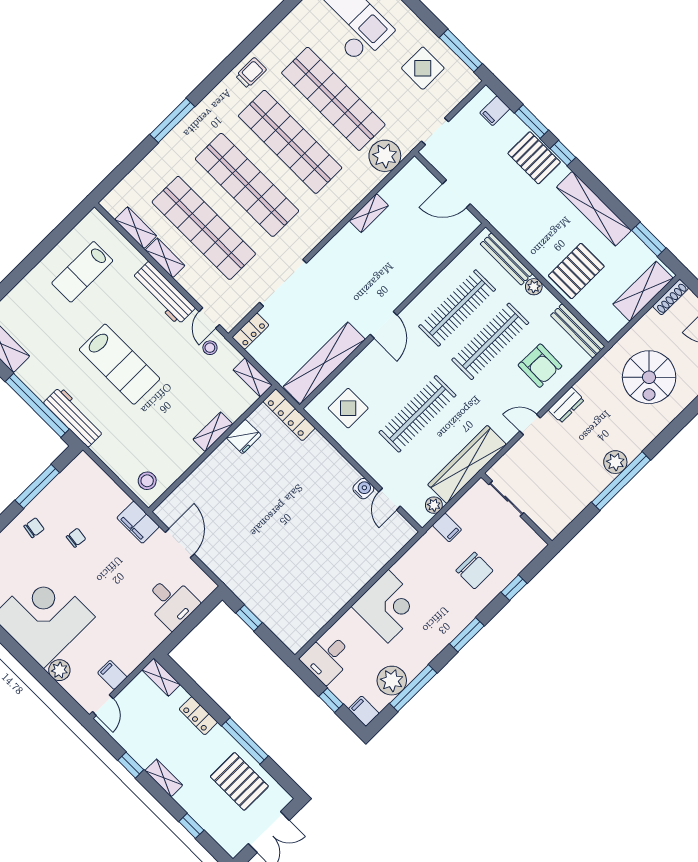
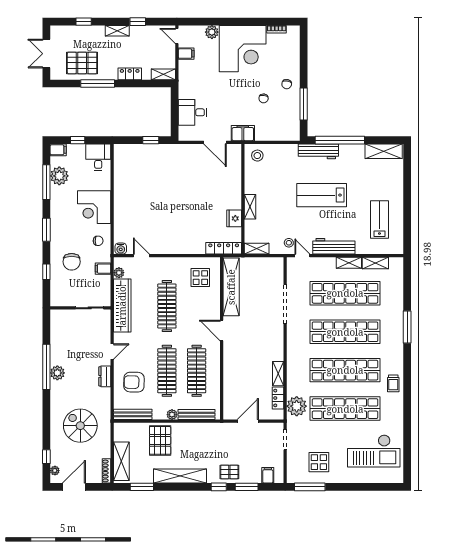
pallet: (534, 158) -> (229, 472), width x0.67, depth x0.71
locker: (251, 331) -> (278, 398), moved
water cooler: (363, 489) -> (121, 249), moved
chair: (421, 564) -> (98, 241), added
chair: (475, 571) -> (72, 262), turned -90

